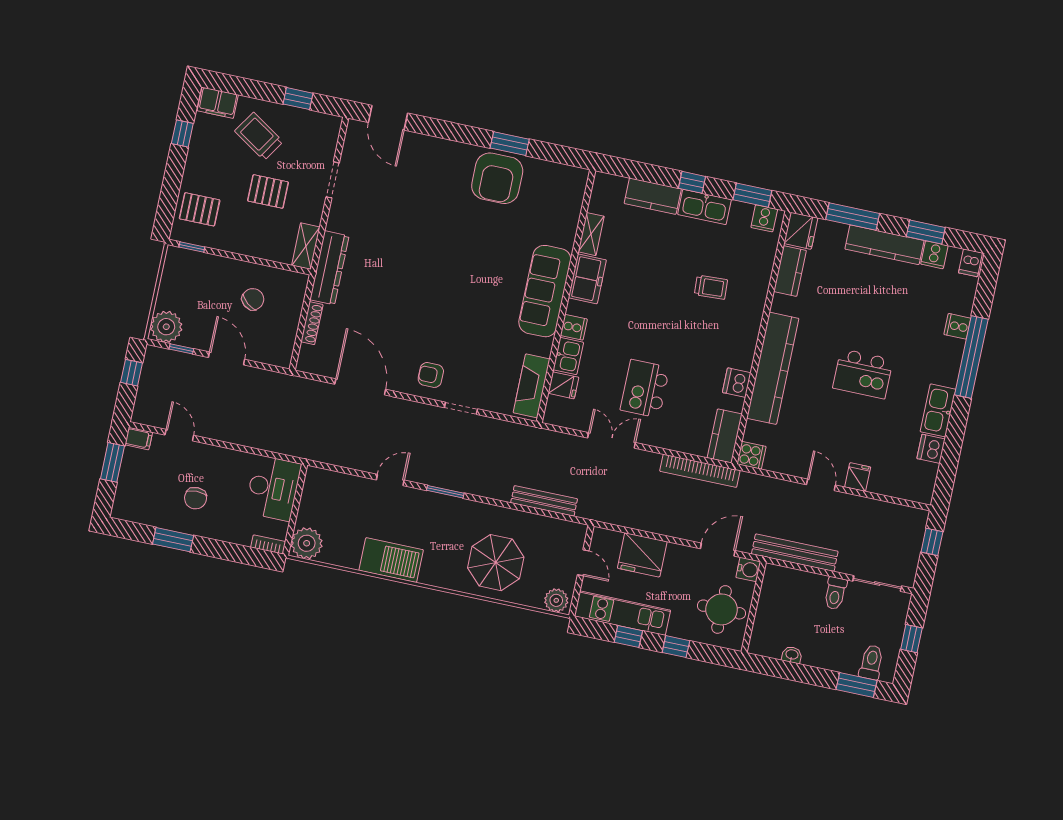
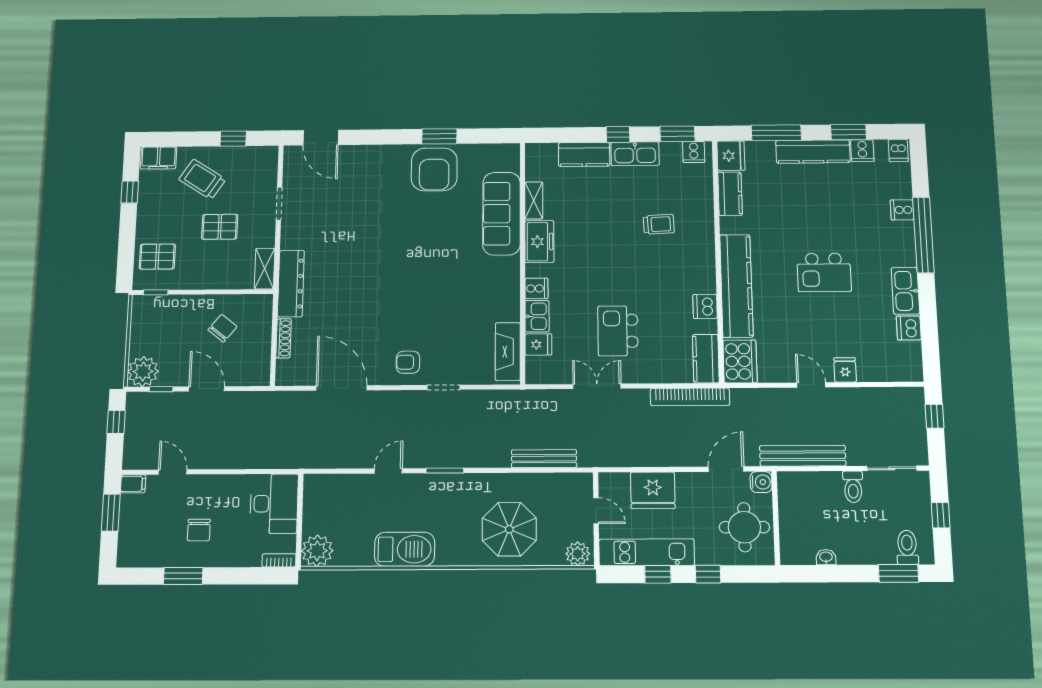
sofa: (545, 291) -> (502, 214), moved
cooker: (751, 455) -> (740, 361), width x1.87, depth x1.31

